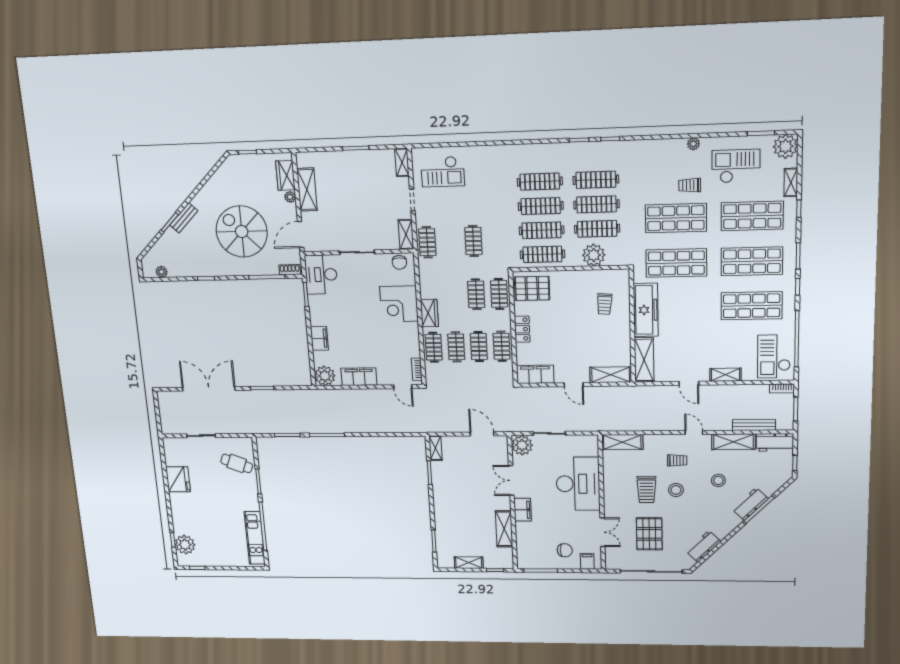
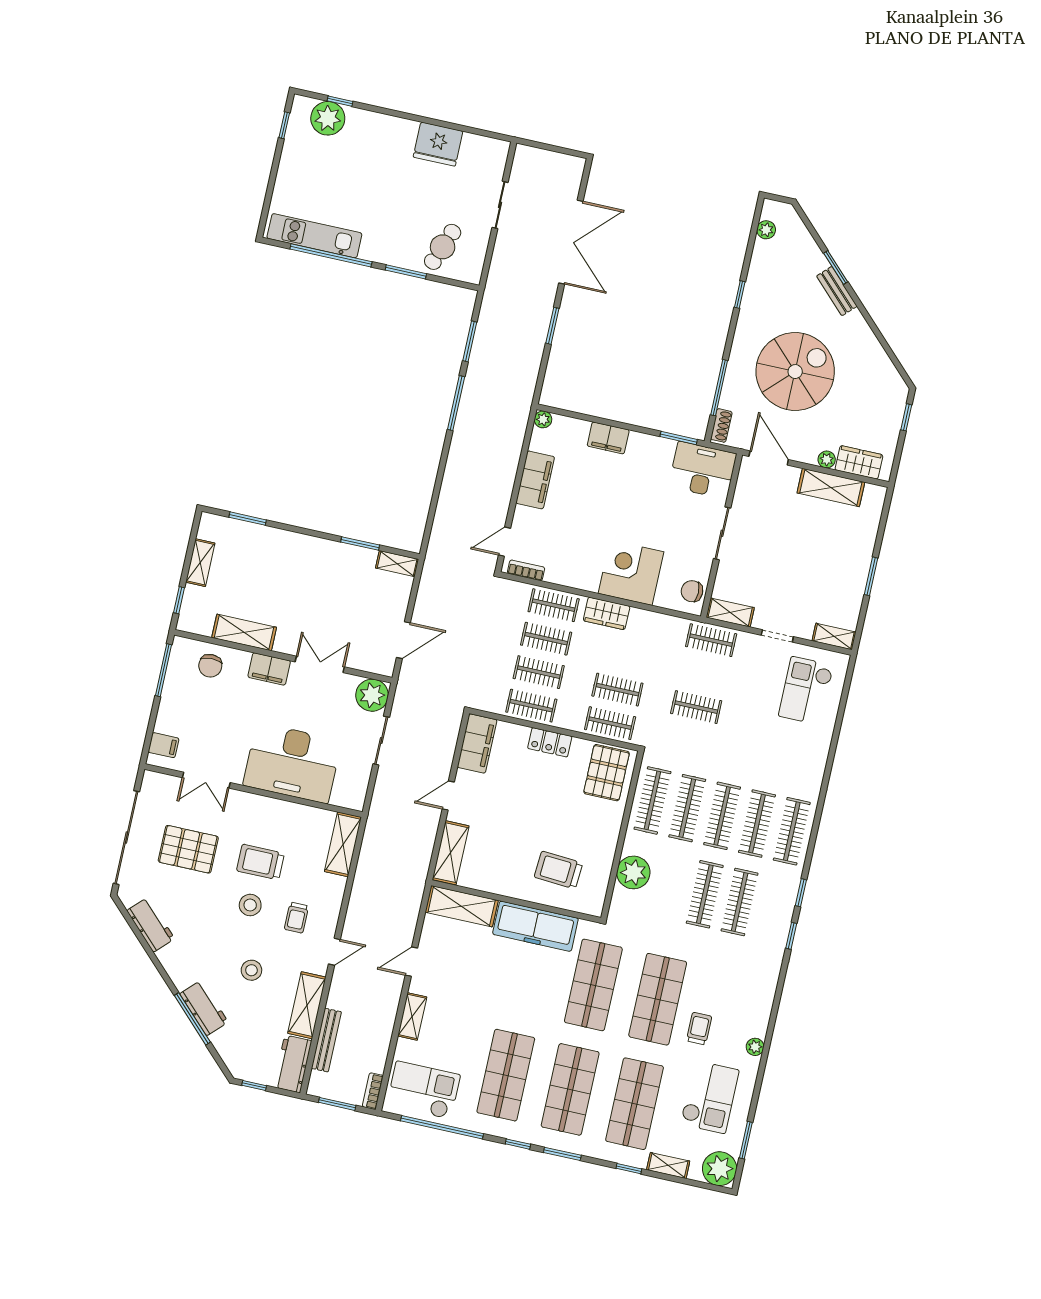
clothes rail: (597, 229) -> (792, 831), moved
trolley: (604, 304) -> (558, 870), width x1.36, depth x1.39
plant: (325, 376) -> (543, 419), width x0.53, depth x0.53
chair: (565, 550) -> (210, 666), moved

